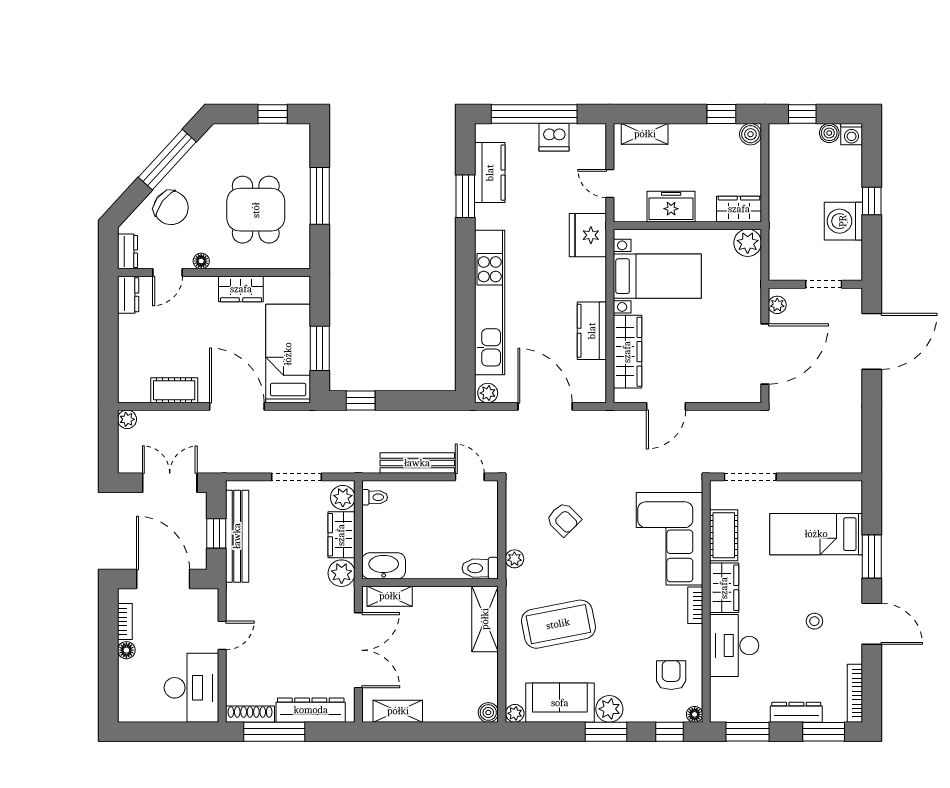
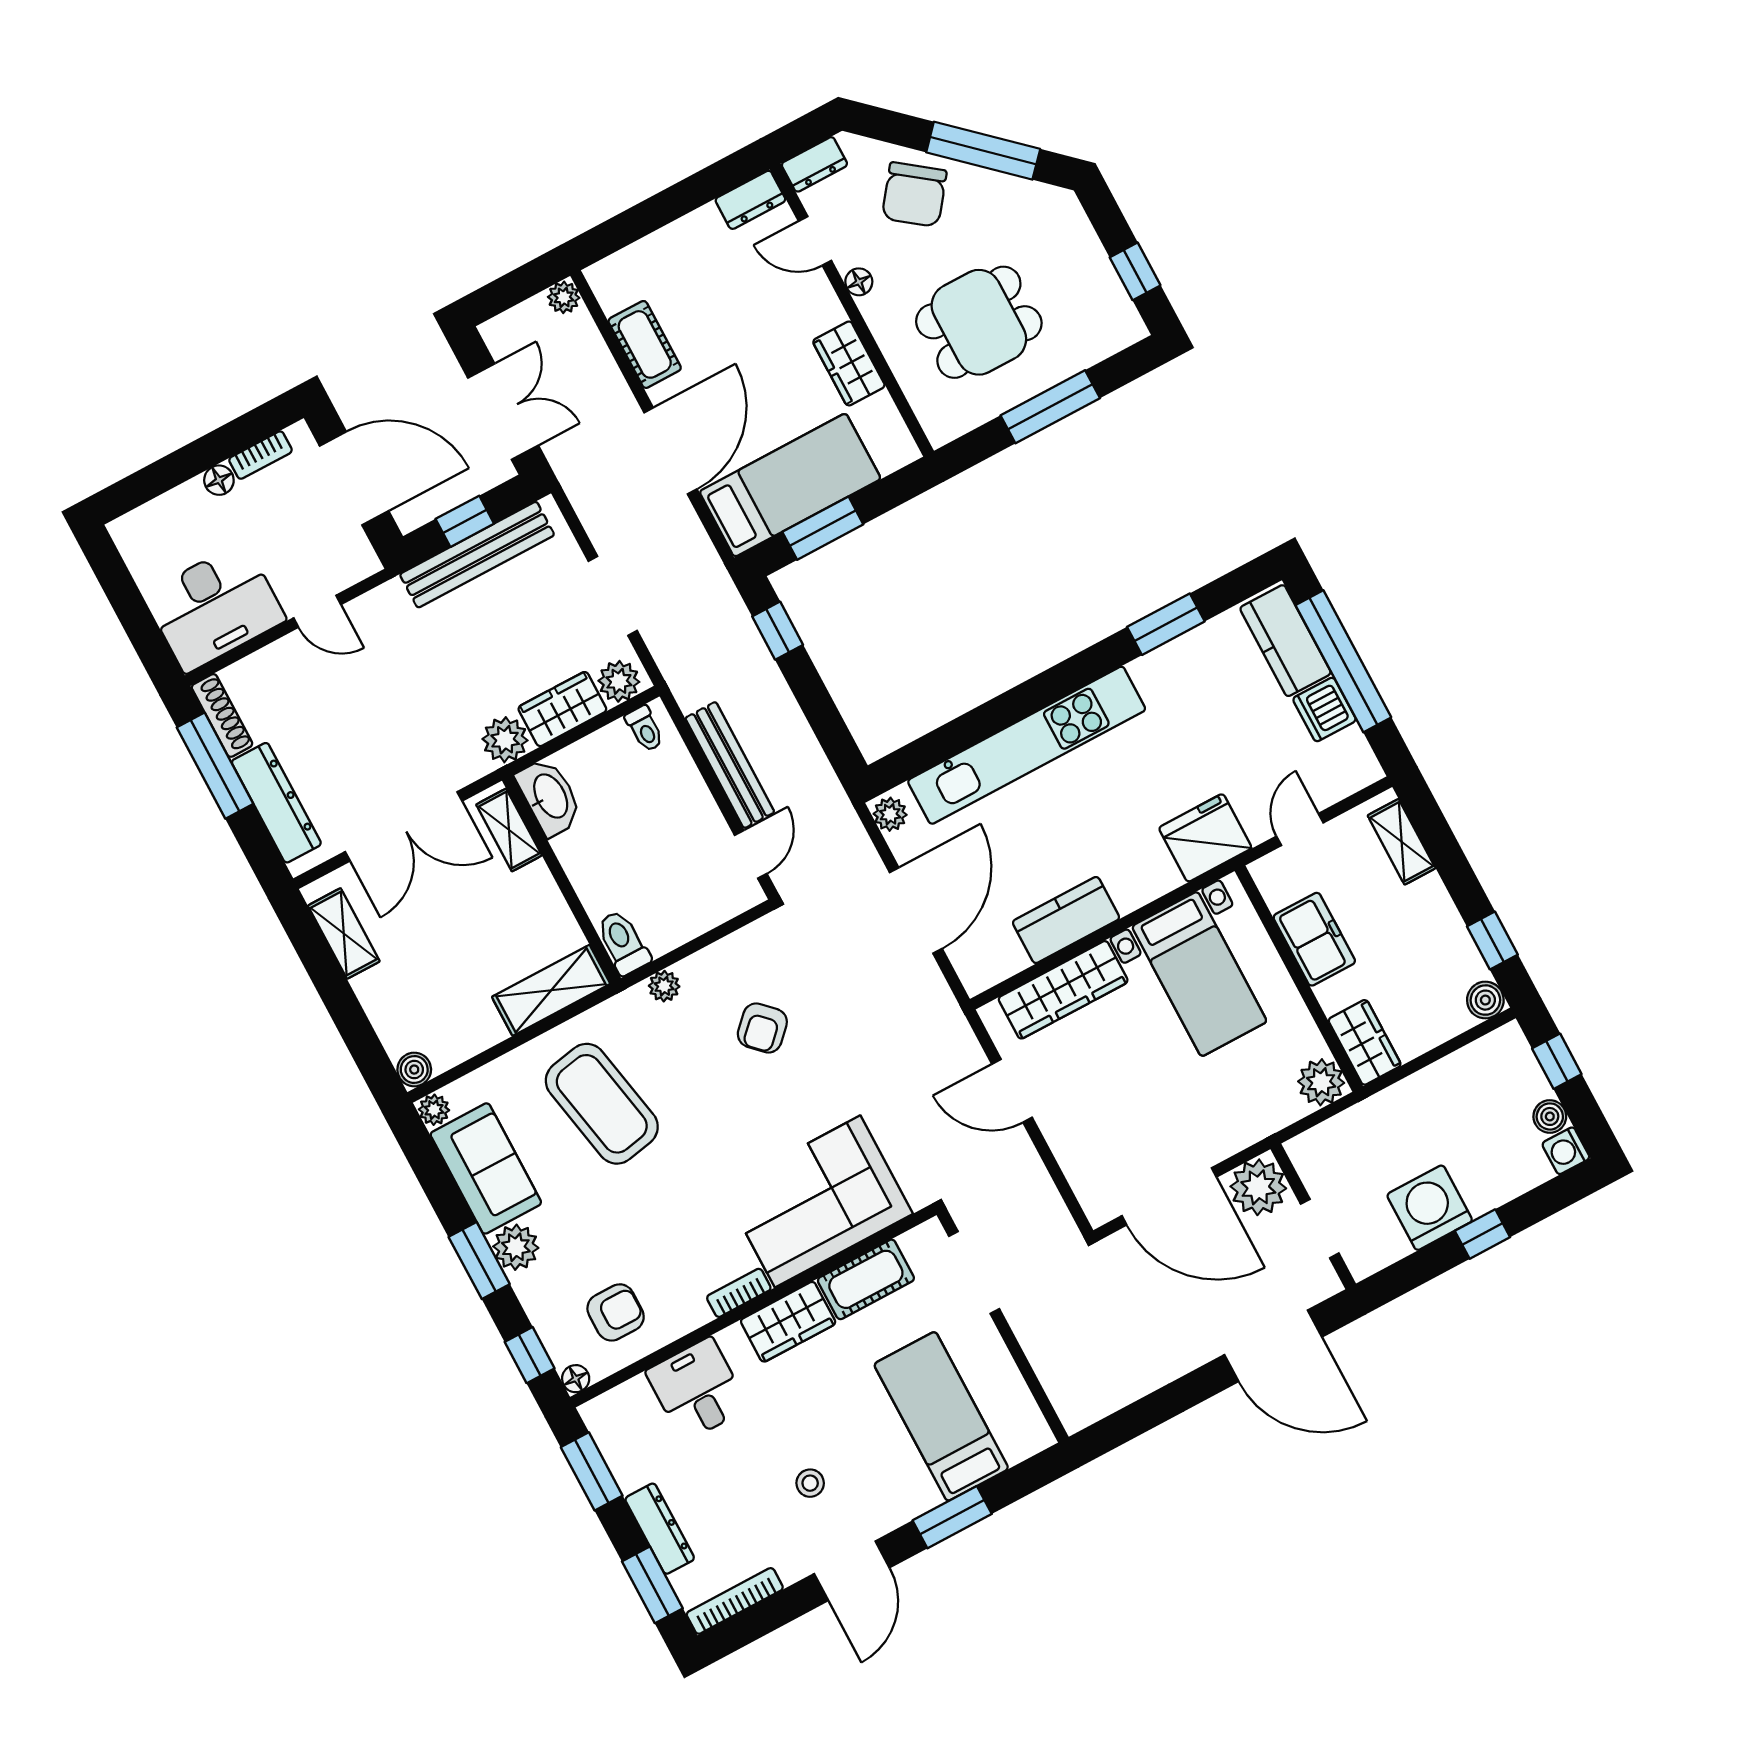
kitchen counter: (490, 173) -> (1285, 641), moved, turned 90
plant: (777, 305) -> (1258, 1187), width x1.87, depth x1.87
door: (163, 579) -> (354, 478), hinge flipped
desk: (734, 646) -> (697, 1390), width x0.73

